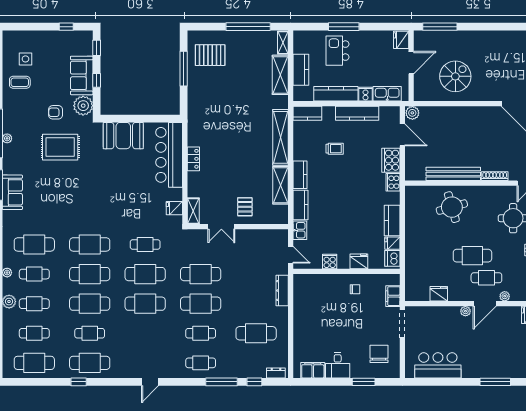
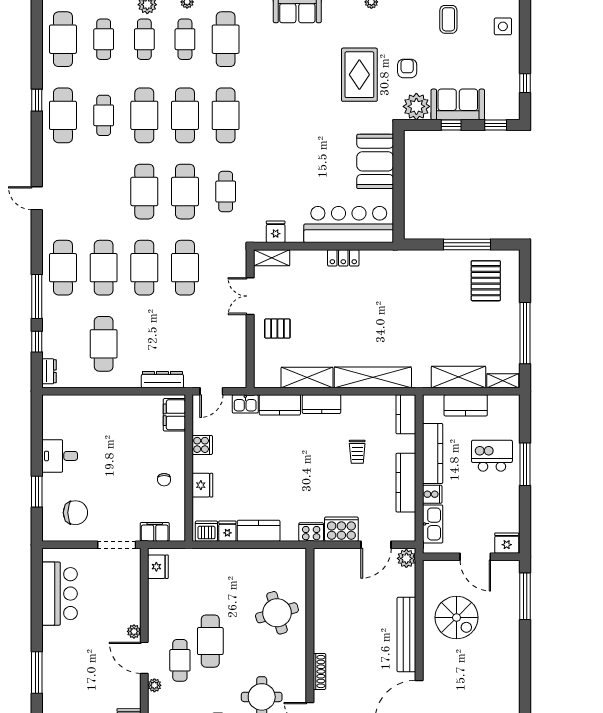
side table: (25, 59) -> (503, 26), moved
bench: (453, 174) -> (406, 635), moved
fridge: (439, 294) -> (158, 567), moved
cafe table: (201, 333) -> (104, 268), width x1.37, depth x1.35
cafe table: (201, 363) -> (63, 268), width x1.37, depth x1.35
filing cabinet: (313, 370) -> (174, 415), moved, turned 180

